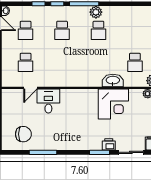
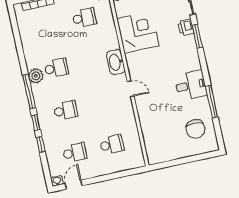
washbasin: (113, 80) -> (116, 62), moved
door: (30, 88) -> (131, 89), moved
desk: (48, 101) -> (191, 85), moved, turned 180
chair: (23, 134) -> (195, 129), turned 180

